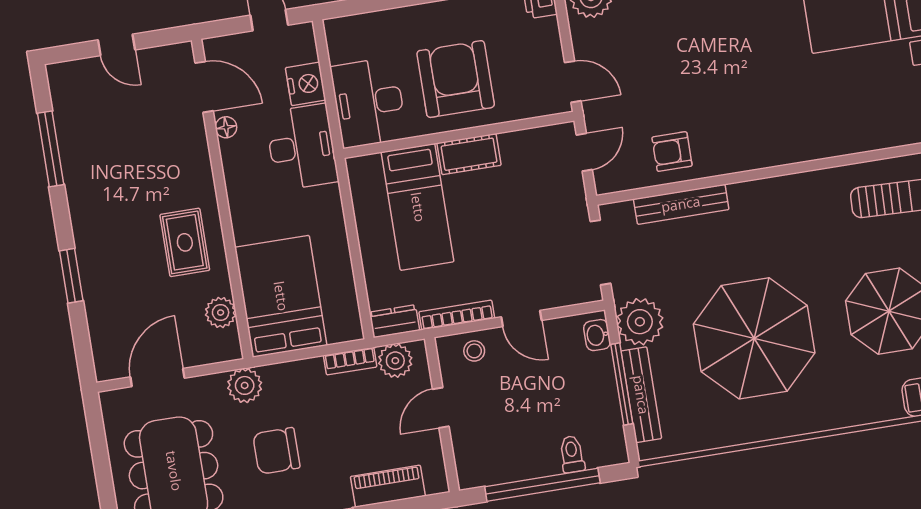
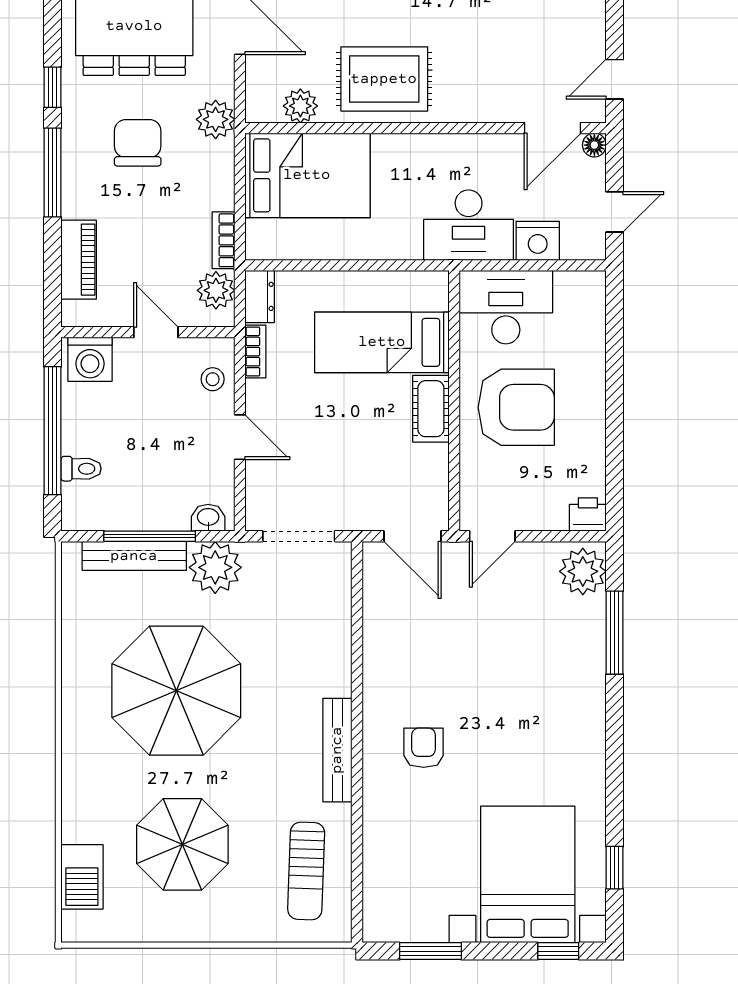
door: (117, 45) -> (615, 79), moved
floor lamp: (226, 127) -> (594, 145), moved
door: (584, 152) -> (412, 536), width x1.38
armchair: (672, 152) -> (424, 748), moved
bench: (681, 204) -> (337, 750), moved
rug: (185, 242) -> (384, 79), width x1.36, depth x1.43
bookcase: (457, 315) -> (255, 352), width x0.64
door: (521, 319) -> (240, 437), swing flipped
washing machine: (474, 462) -> (90, 359), added

